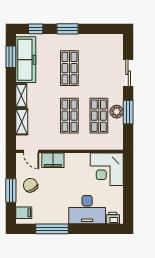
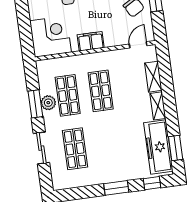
shop shelf: (69, 68) -> (75, 149), moved
door: (31, 151) -> (138, 45), hinge flipped
filing cabinet: (53, 160) -> (91, 41), moved

